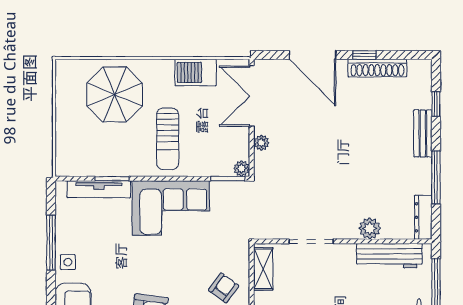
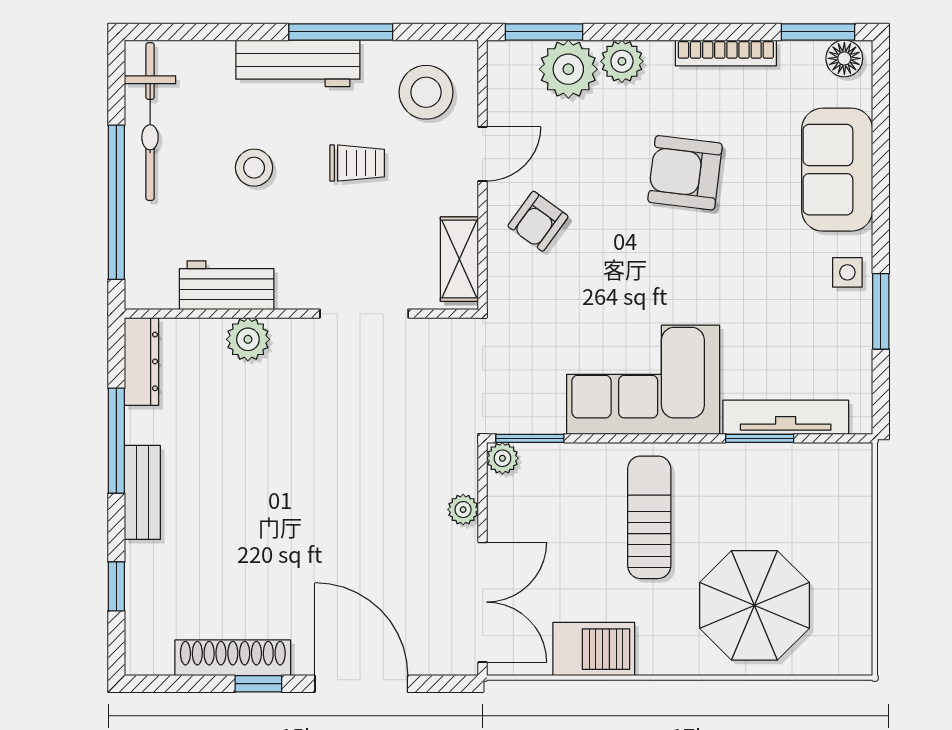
bench: (423, 133) -> (142, 492), moved
window: (51, 243) -> (881, 311), width x0.69
workbench: (389, 256) -> (227, 285), width x0.73

